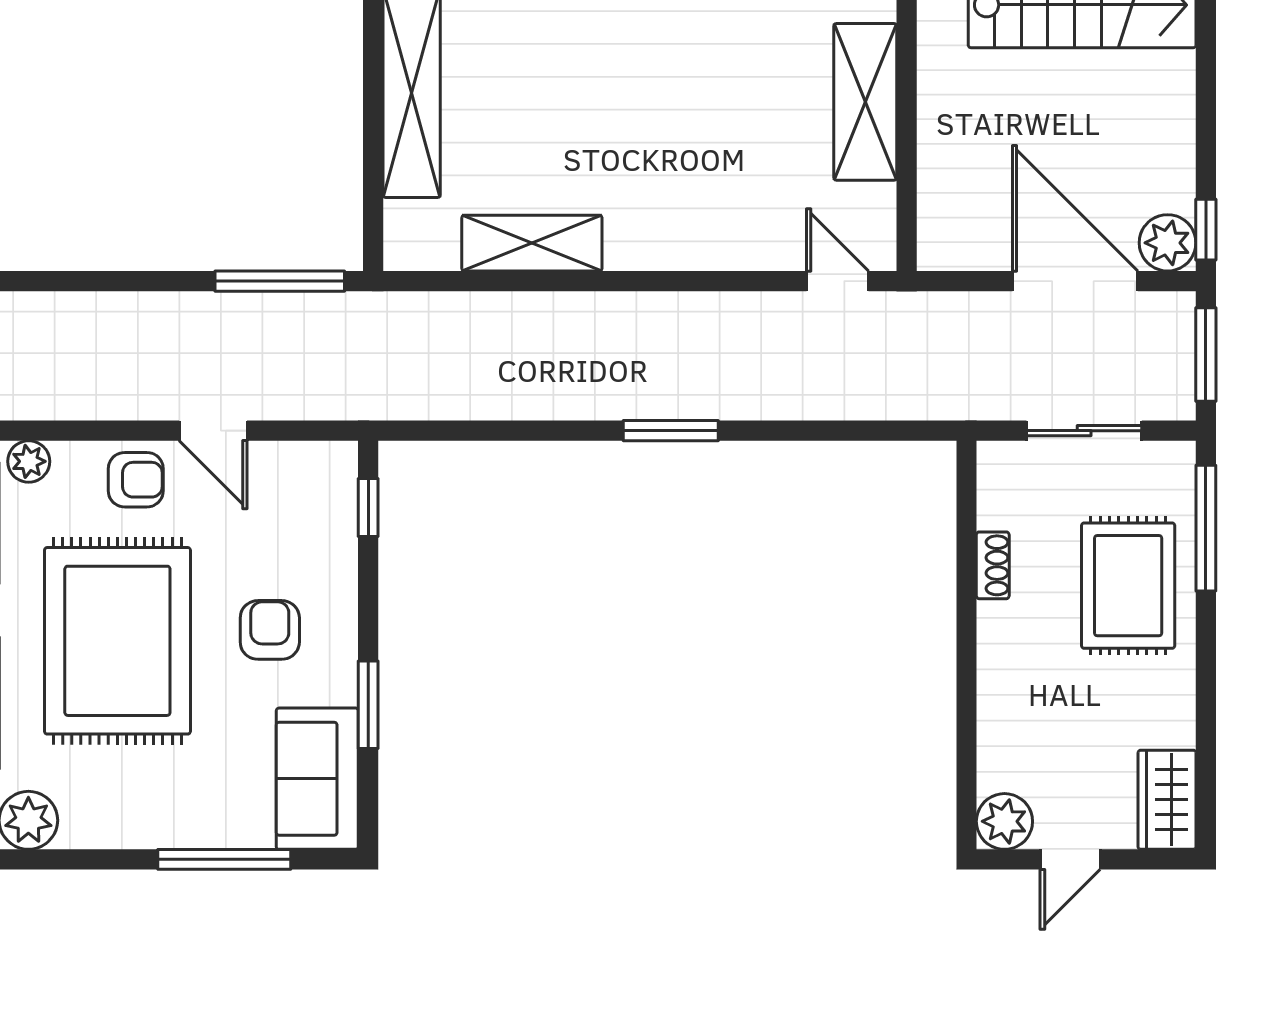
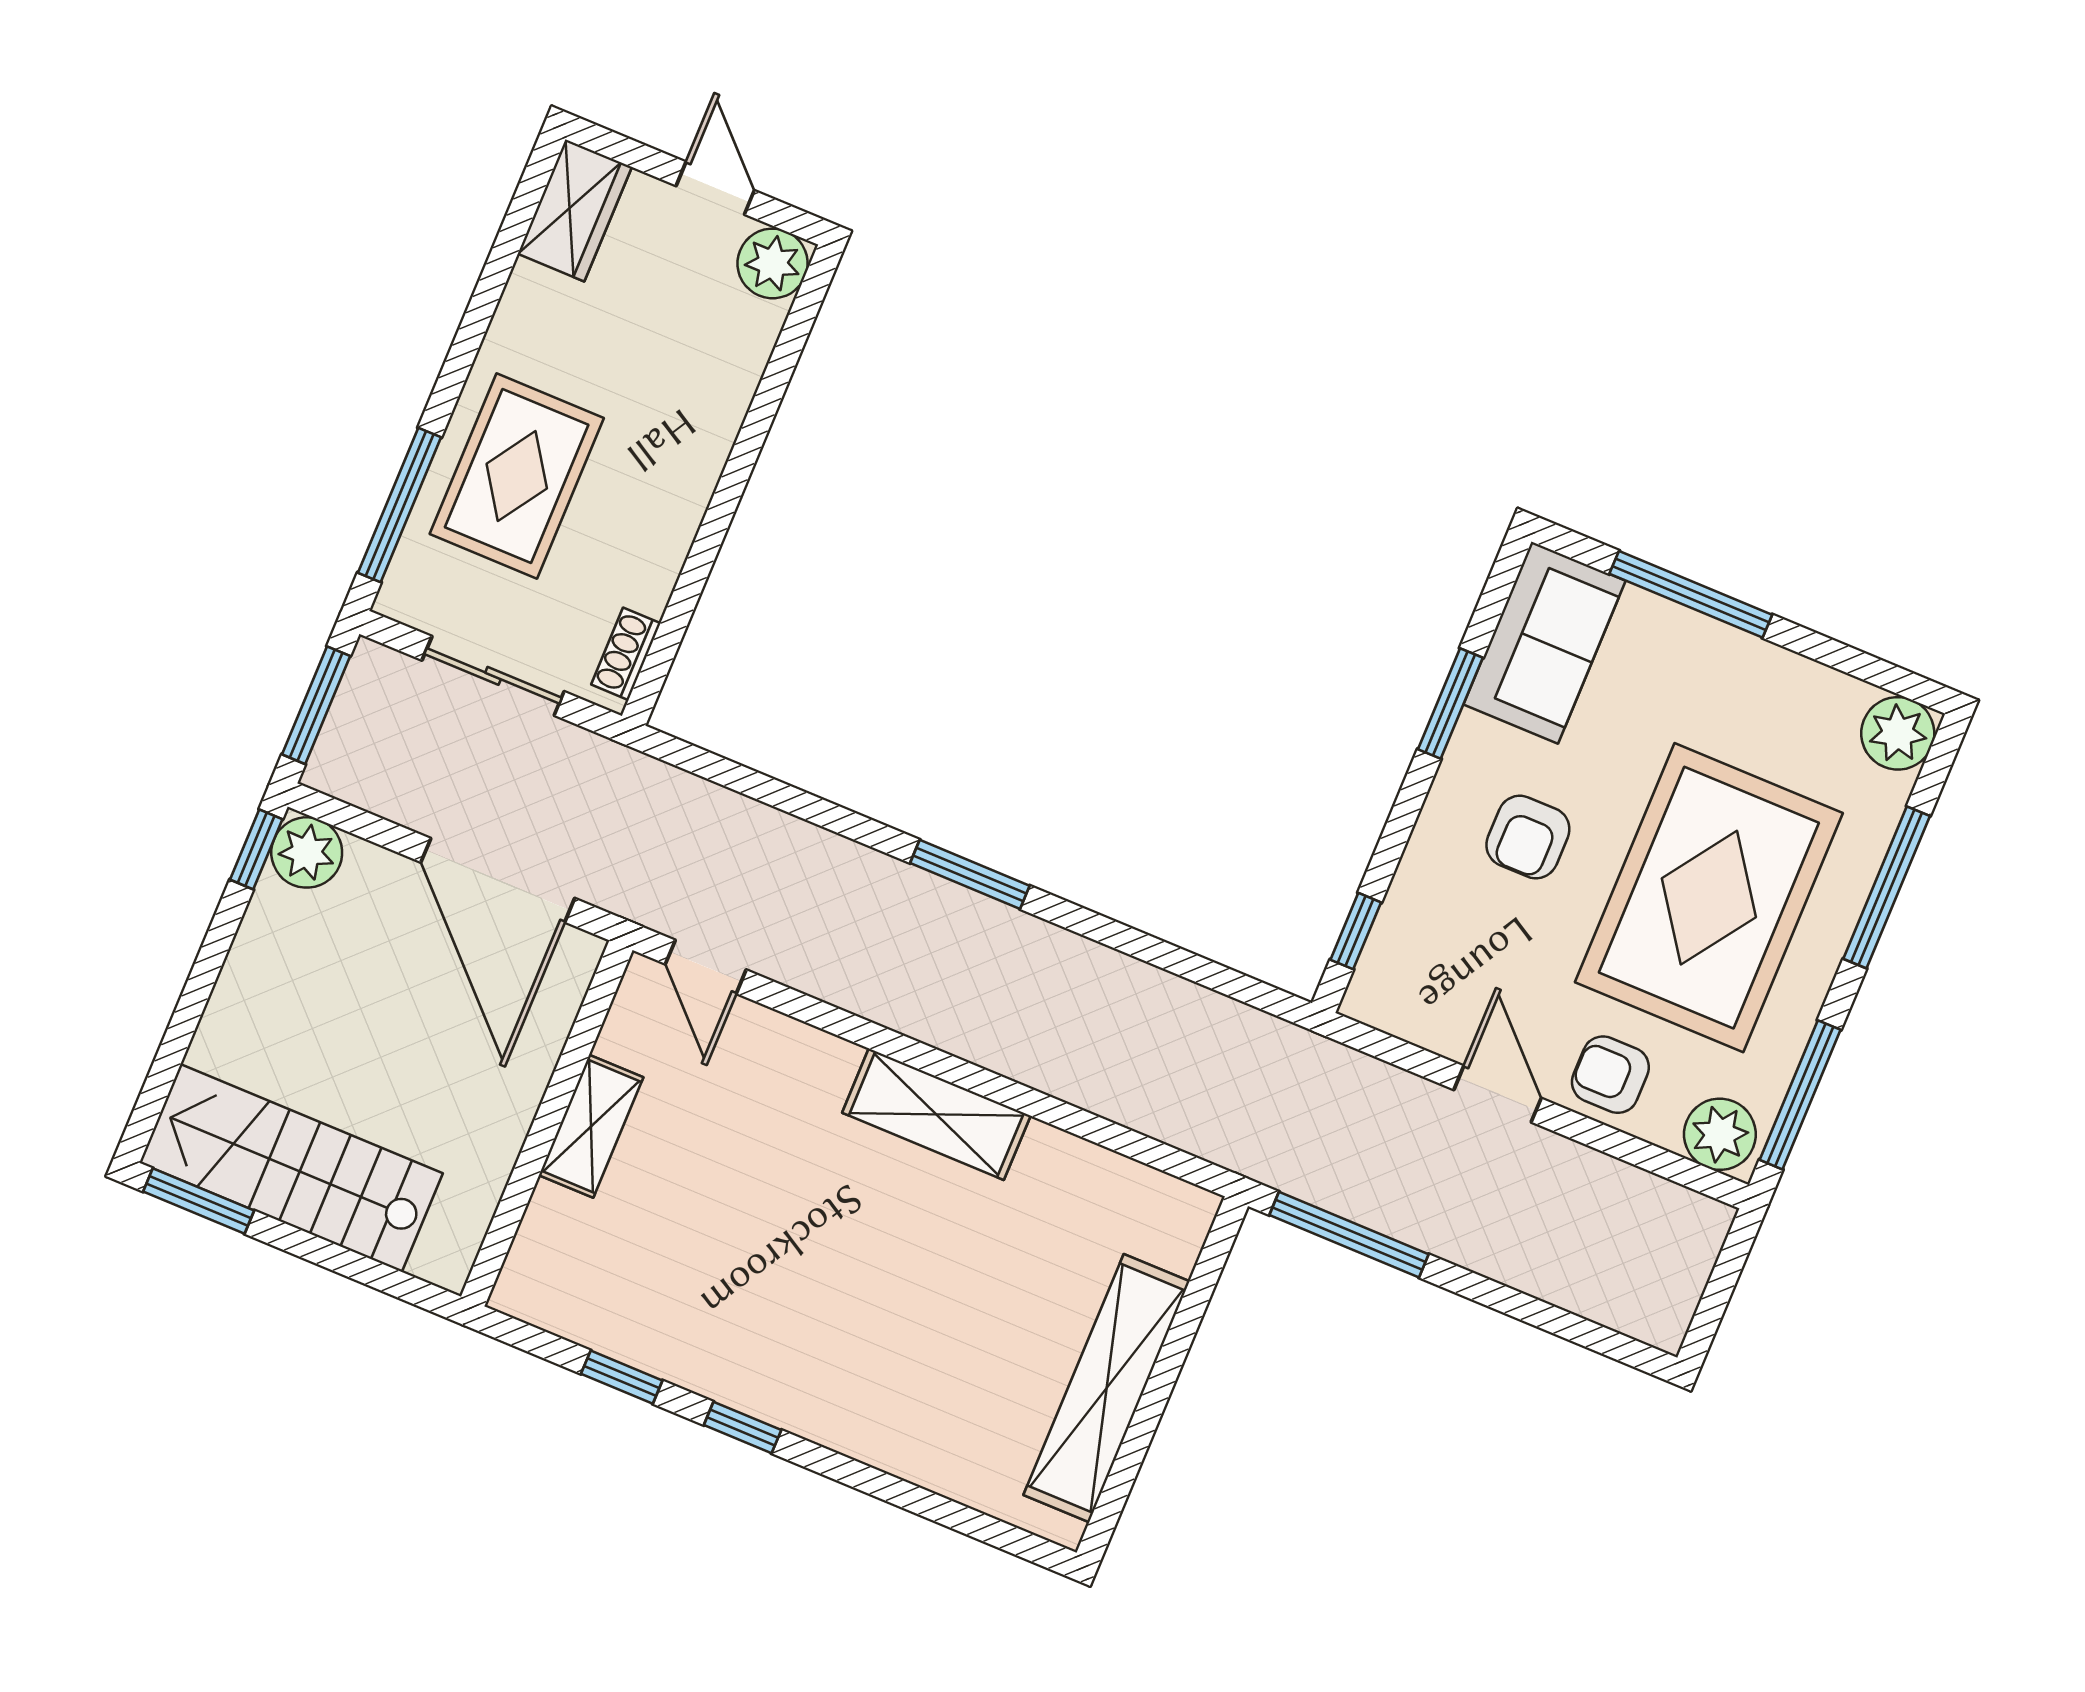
shelving: (865, 102) -> (591, 1126), width x0.67, depth x0.75
shelving: (532, 243) -> (936, 1114), moved
door: (1075, 281) -> (498, 880), moved
plant: (29, 461) -> (1720, 1134), width x1.38, depth x1.38
shoe rack: (993, 565) -> (626, 654), moved
door: (1070, 859) -> (715, 188), hinge flipped

